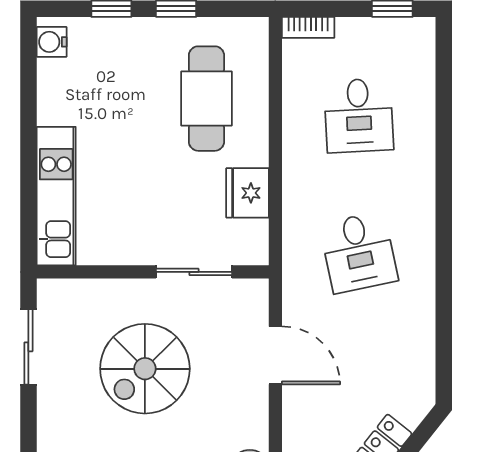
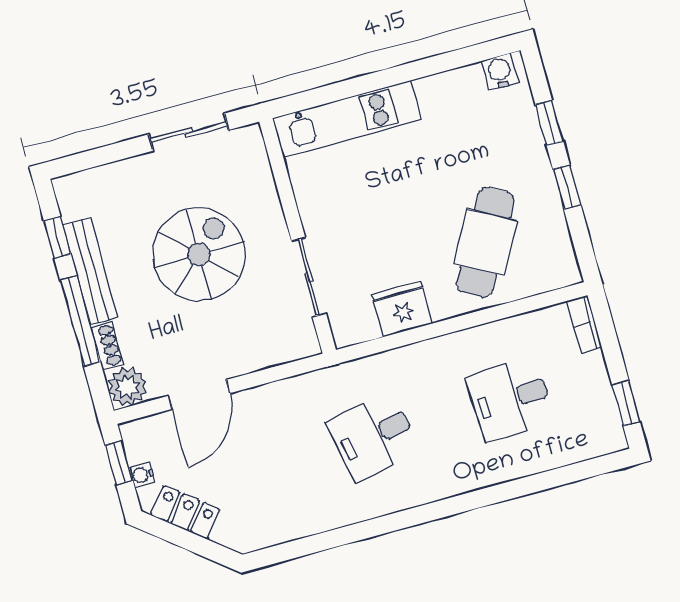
cafe table: (206, 99) -> (485, 242), turned -61
door: (275, 355) -> (199, 394), moved
spiral stairs: (145, 369) -> (199, 254), turned 90

